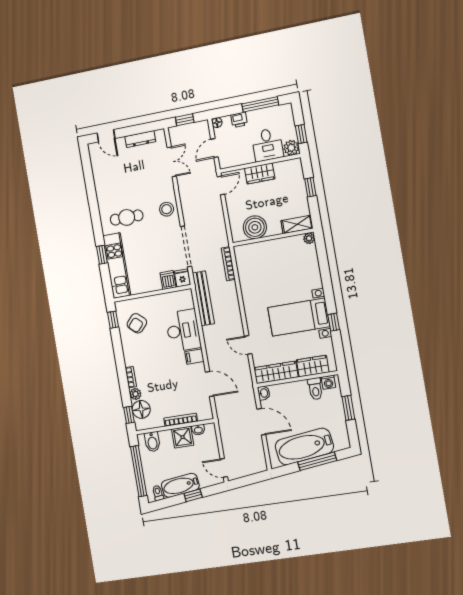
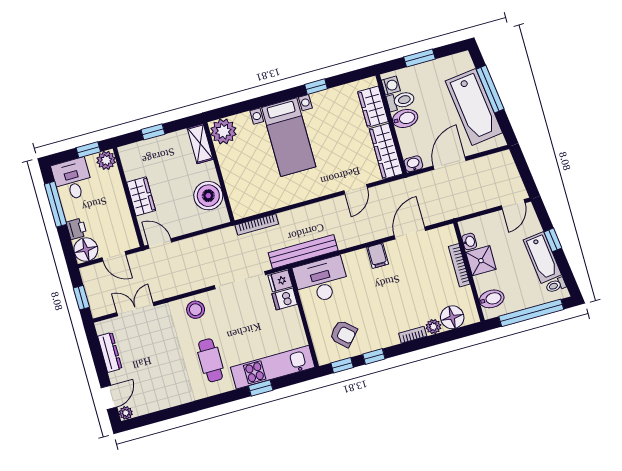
floor lamp: (217, 123) -> (86, 250), width x1.89, depth x1.89
desk: (267, 145) -> (72, 179), moved, turned -90
plant: (93, 148) -> (126, 413), added
plant: (309, 238) -> (223, 131), width x1.88, depth x1.88
bed with nightstands: (299, 317) -> (289, 137), moved
desk: (183, 330) -> (321, 280), moved
bidet: (301, 391) -> (405, 118), added
window: (129, 415) -> (374, 357), moved

